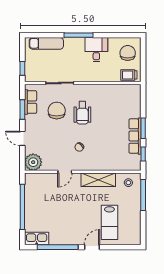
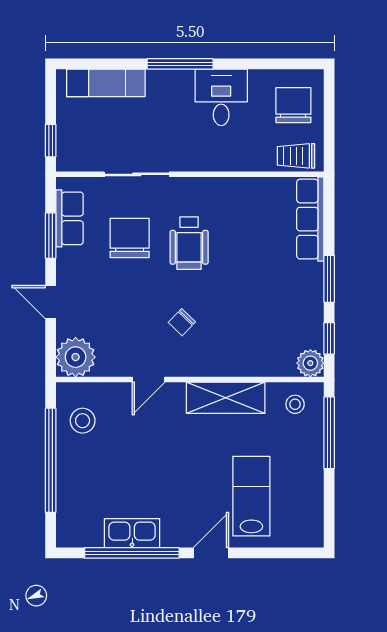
row of seats: (135, 136) -> (310, 219), moved
plant: (135, 165) -> (310, 363), added
stool: (36, 190) -> (83, 421), added
lab bench: (109, 222) -> (251, 496), turned 180
kitchen sink: (37, 238) -> (132, 533), moved

